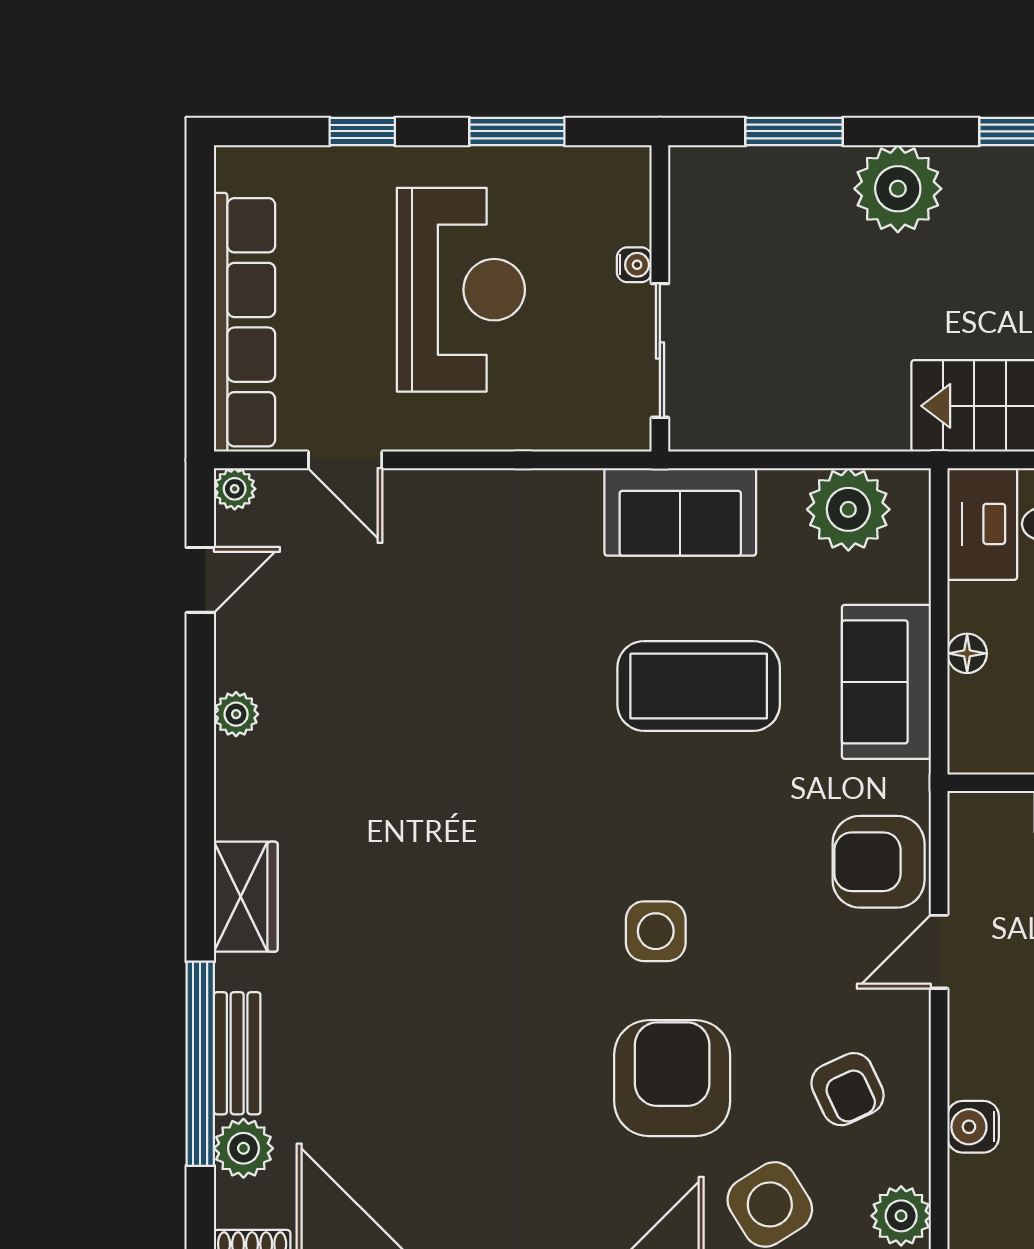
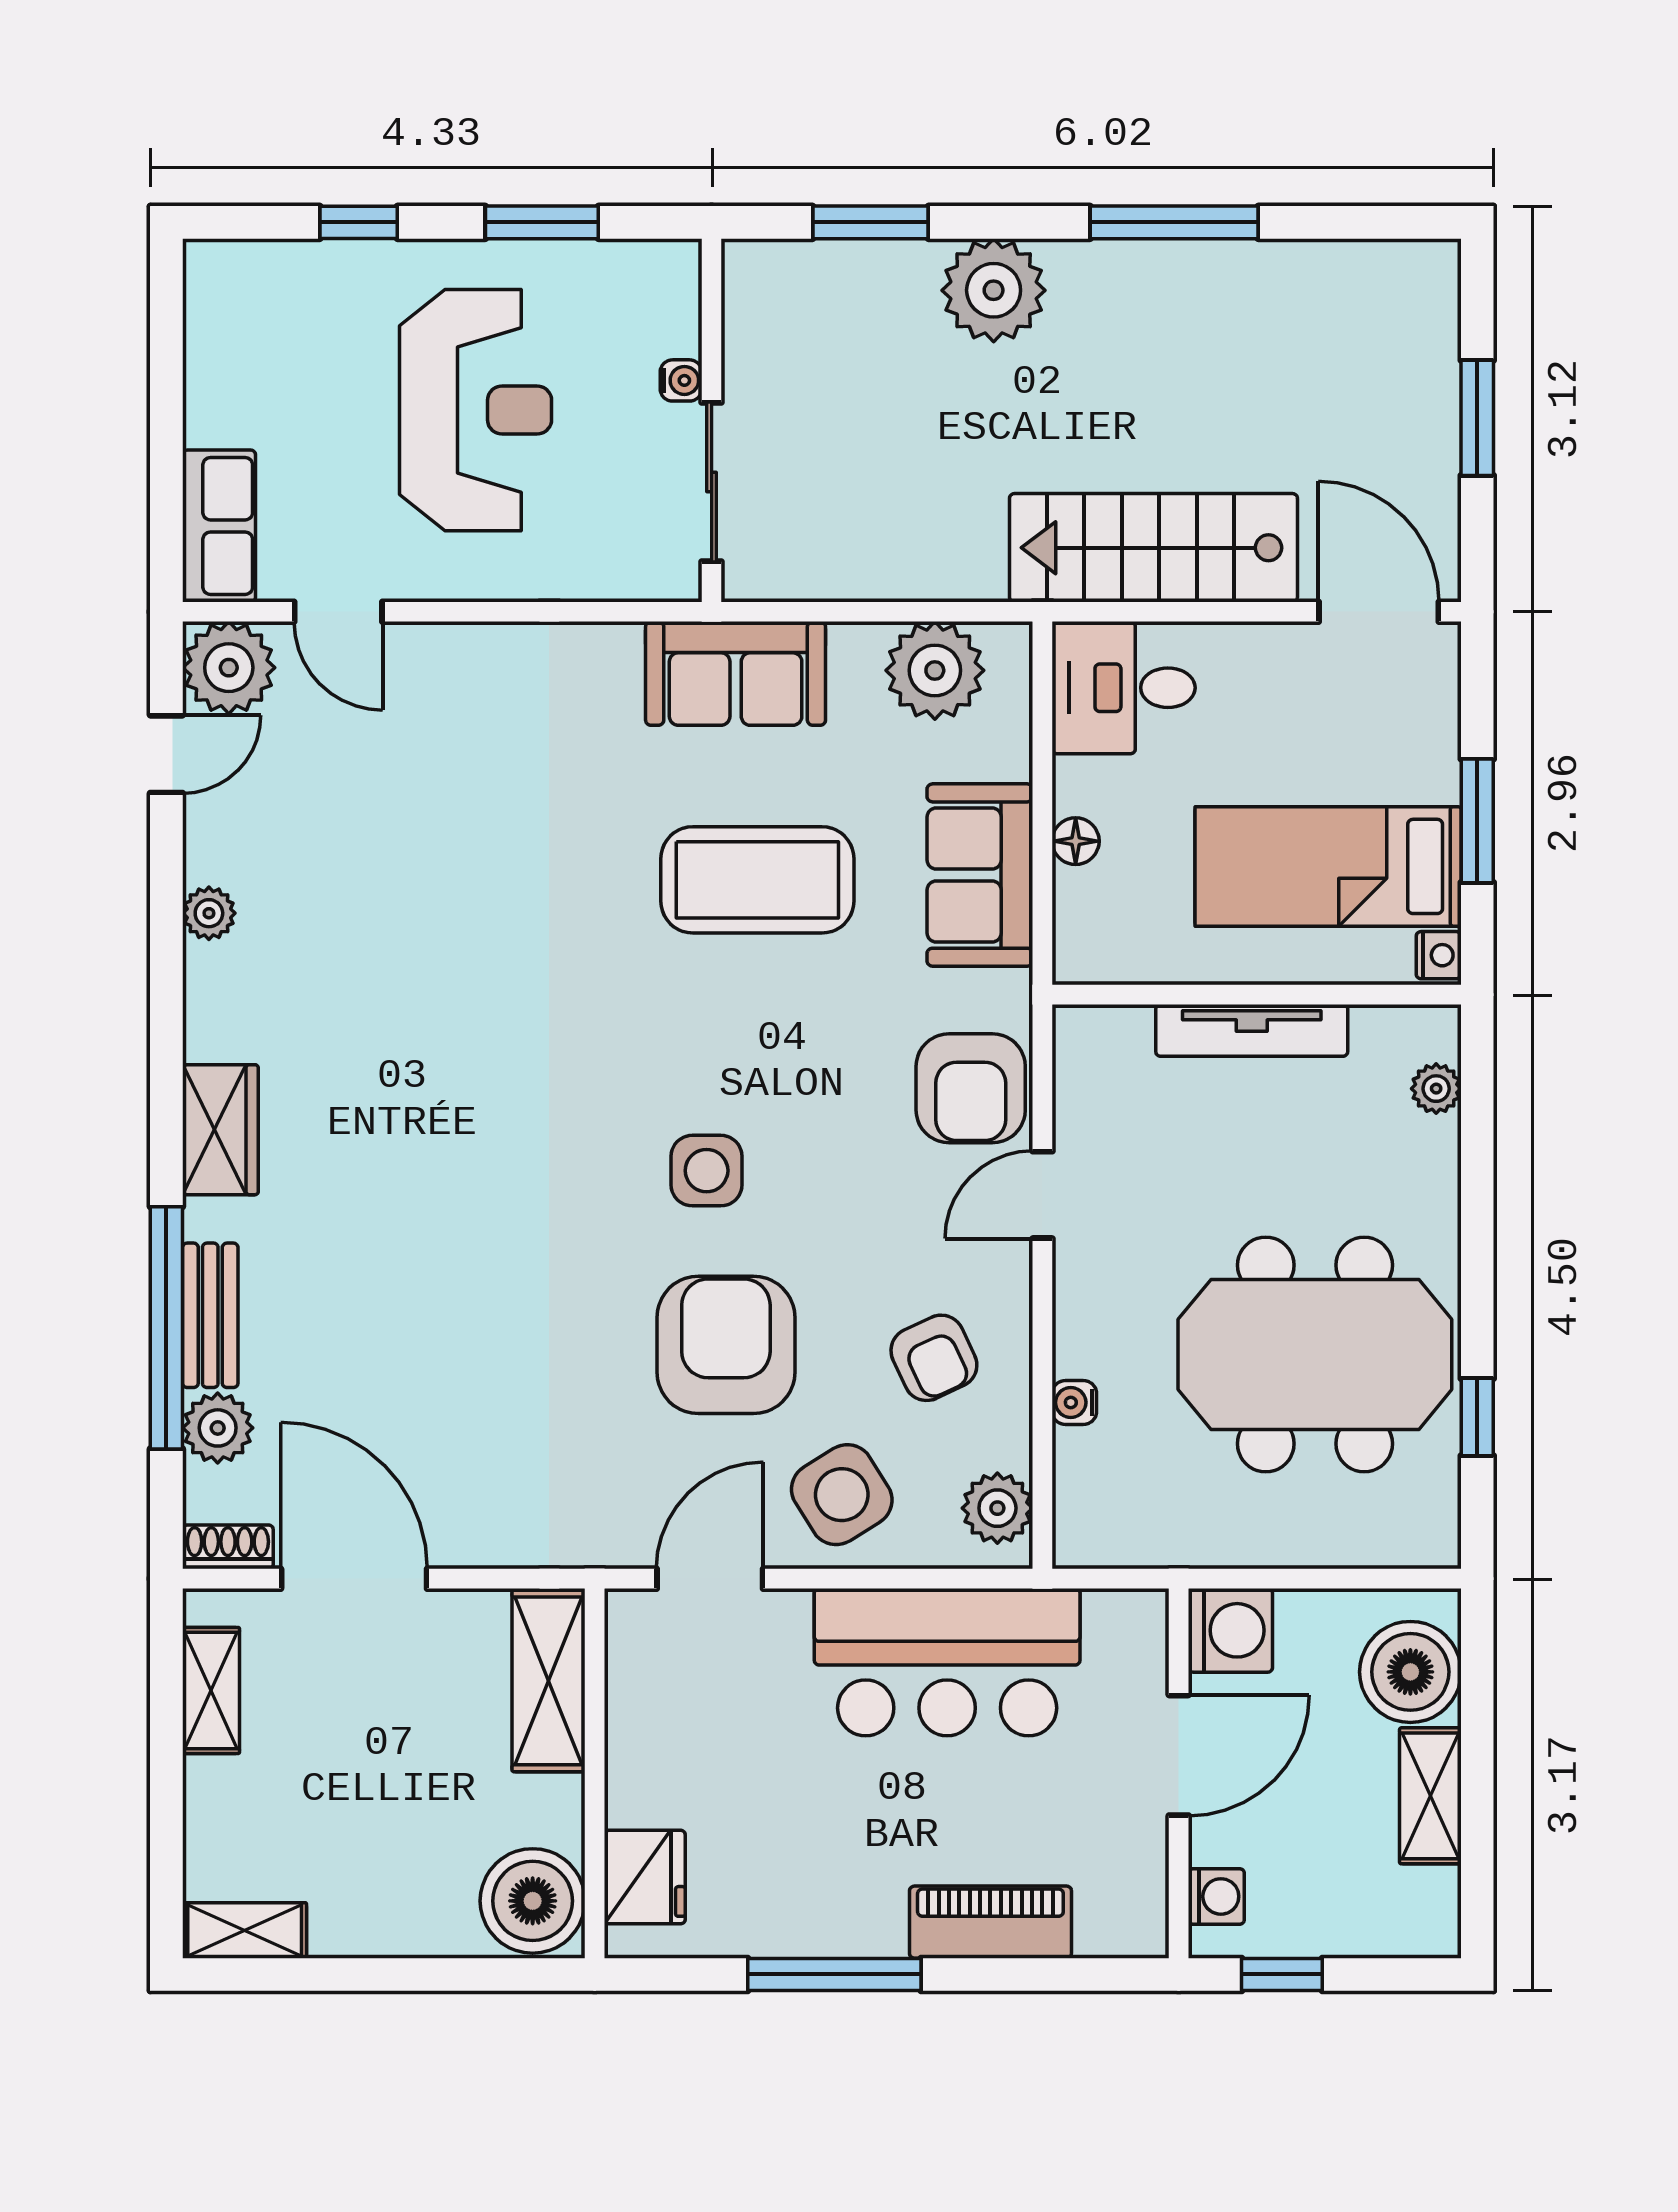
row of seats: (245, 322) -> (219, 526), width x0.50
plant: (235, 489) -> (229, 668), width x1.88, depth x1.88
armchair: (879, 862) -> (971, 1088), turned -90
water cooler: (973, 1127) -> (1074, 1402), width x0.72, depth x0.72

